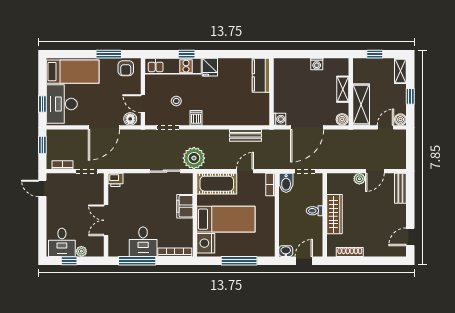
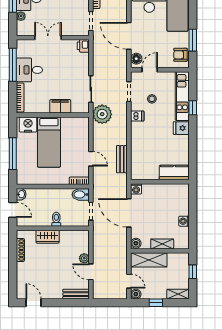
cot: (217, 184) -> (80, 134), removed
wardrobe: (334, 214) -> (48, 237), width x0.67

